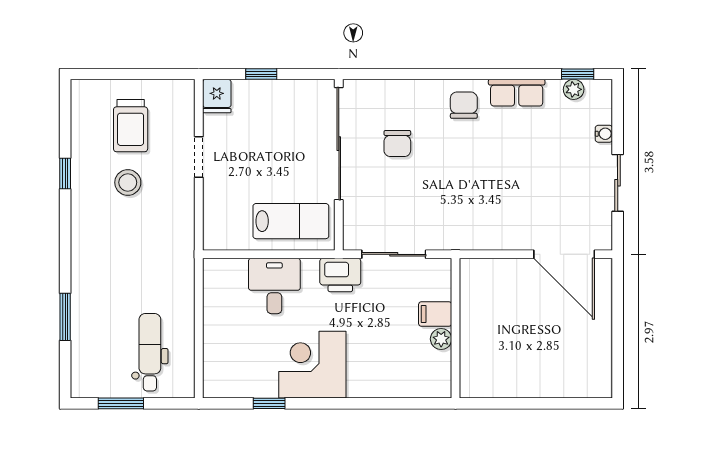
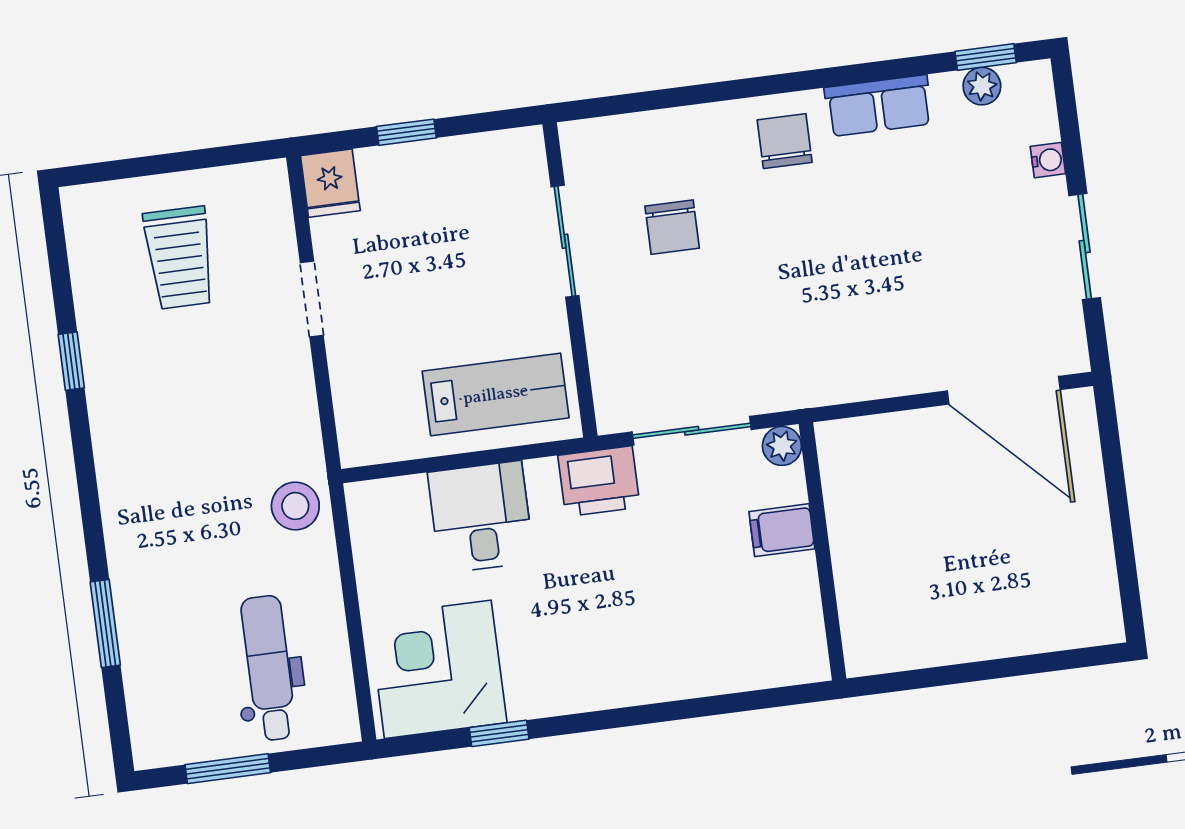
sliding door: (339, 144) -> (565, 241), width x0.54
stool: (128, 182) -> (295, 506), moved
plant: (441, 339) -> (782, 446), moved
corner desk: (312, 365) -> (438, 669), moved

